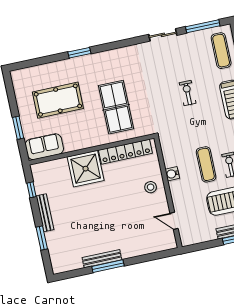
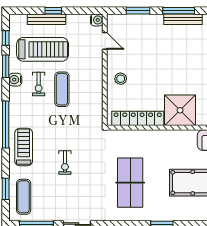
table tennis table: (116, 107) -> (130, 183), moved
water cooler: (172, 174) -> (97, 20), moved
window: (148, 258) -> (138, 11), added

